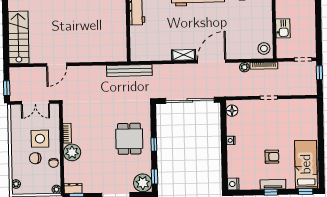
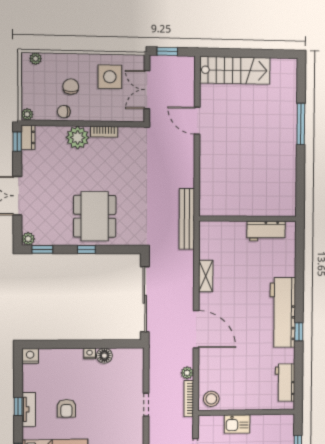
shelving: (184, 55) -> (206, 276), moved
floor lamp: (232, 111) -> (104, 356), moved
side table: (40, 139) -> (110, 77), moved
dining table: (129, 139) -> (95, 216), width x1.38
plant: (143, 183) -> (28, 239), width x0.53, depth x0.53

